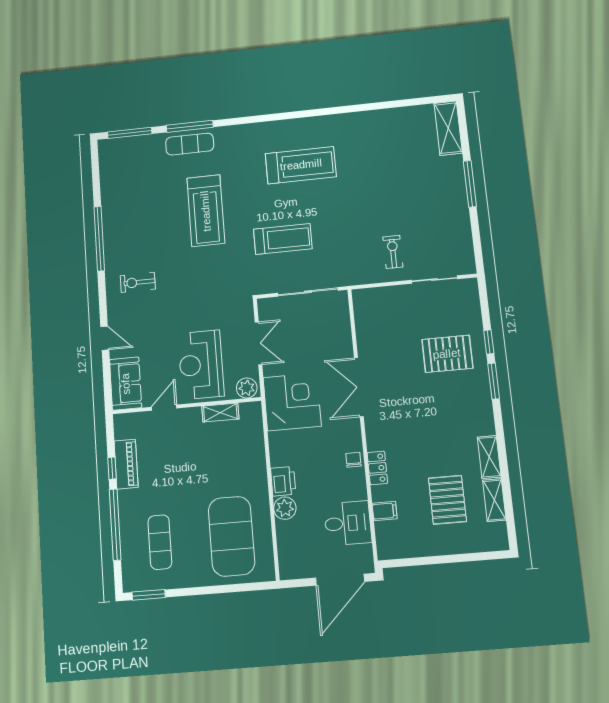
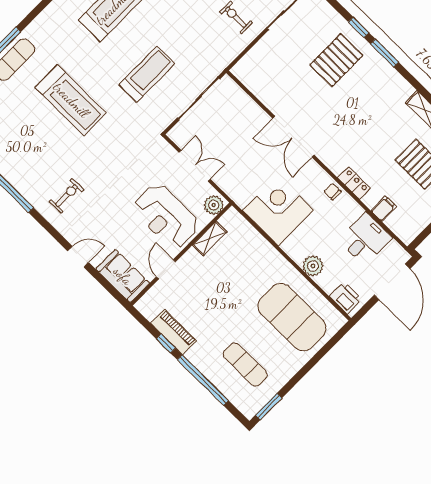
exercise bike: (138, 282) -> (67, 196), turned 180
corner desk: (292, 402) -> (278, 210), moved
printer: (283, 481) -> (346, 298), moved

